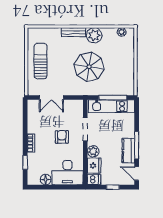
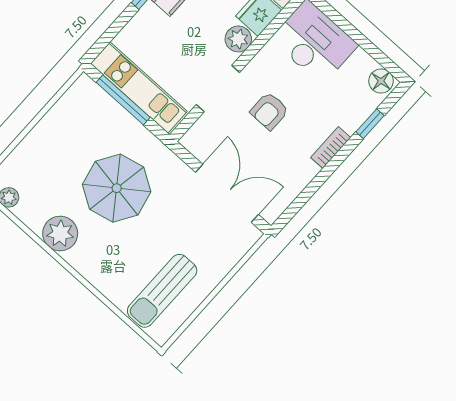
bench: (74, 32) -> (90, 270), removed
sun lounger: (41, 61) -> (162, 291), moved
double door: (51, 98) -> (227, 193), width x1.37
floor lamp: (46, 180) -> (381, 81), moved

